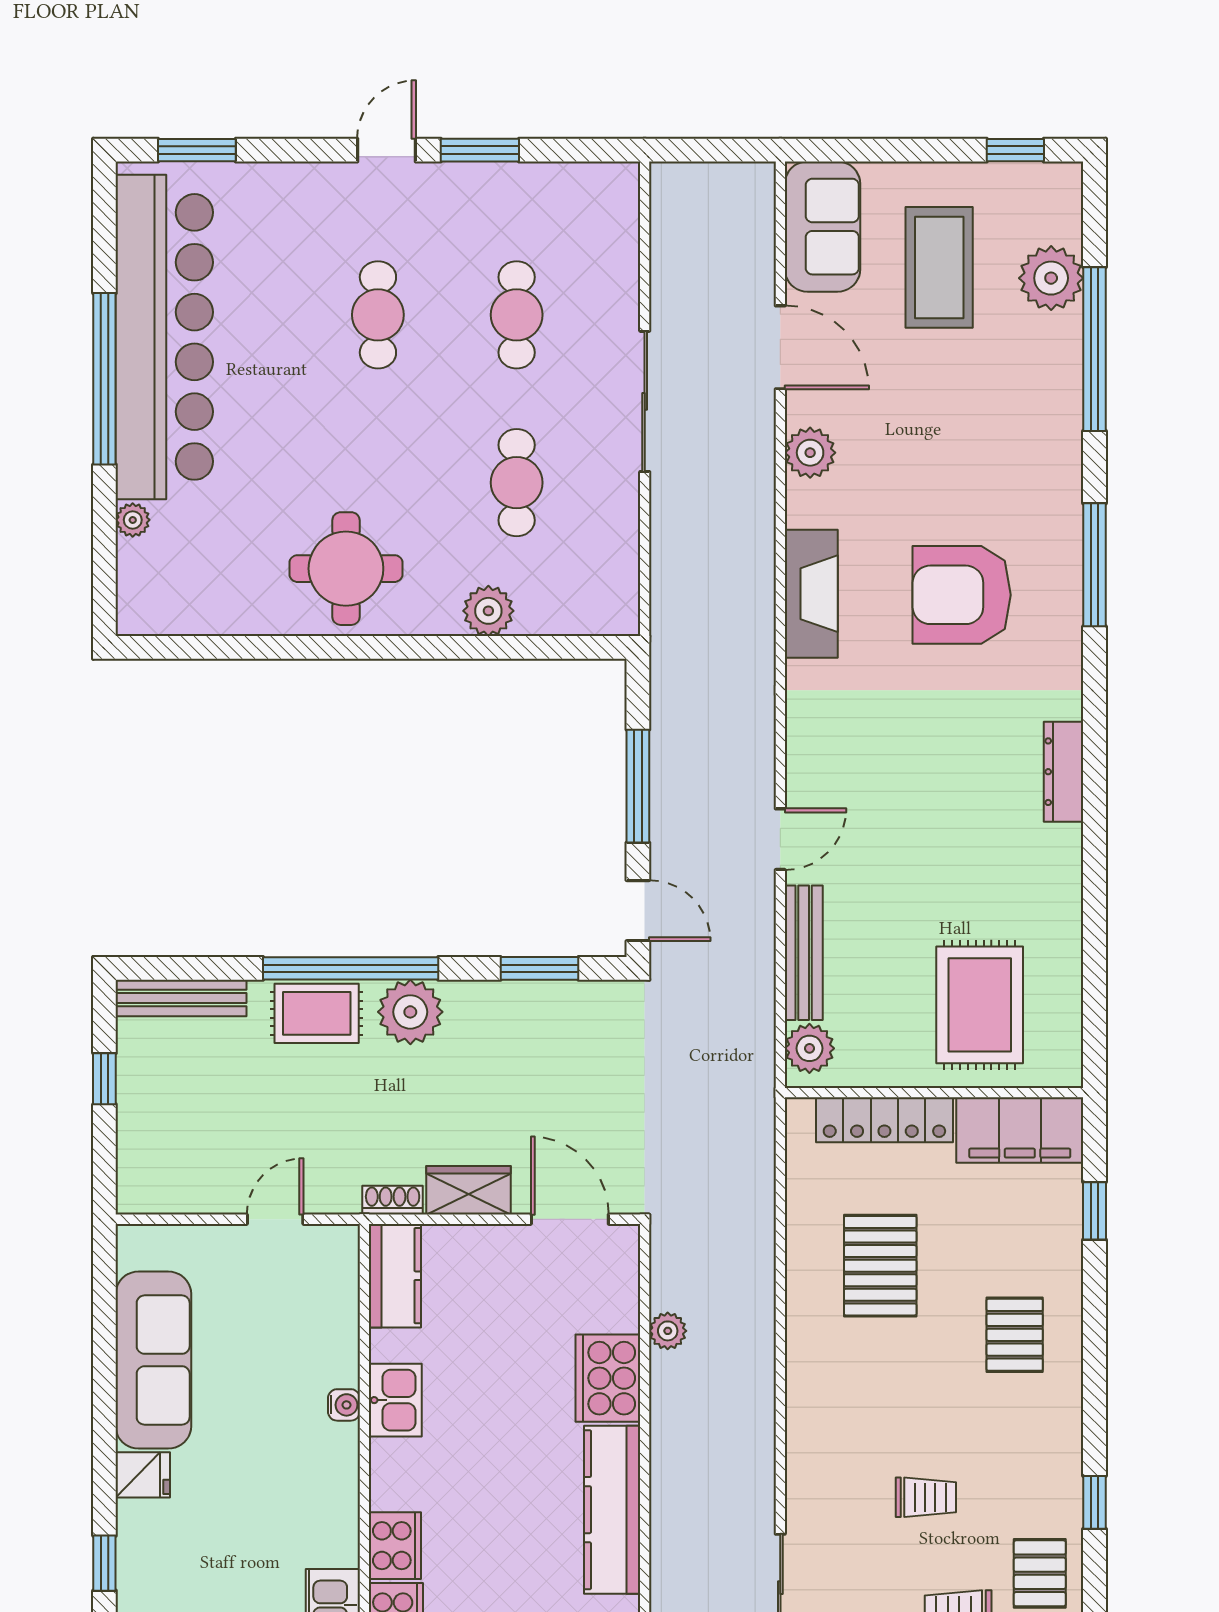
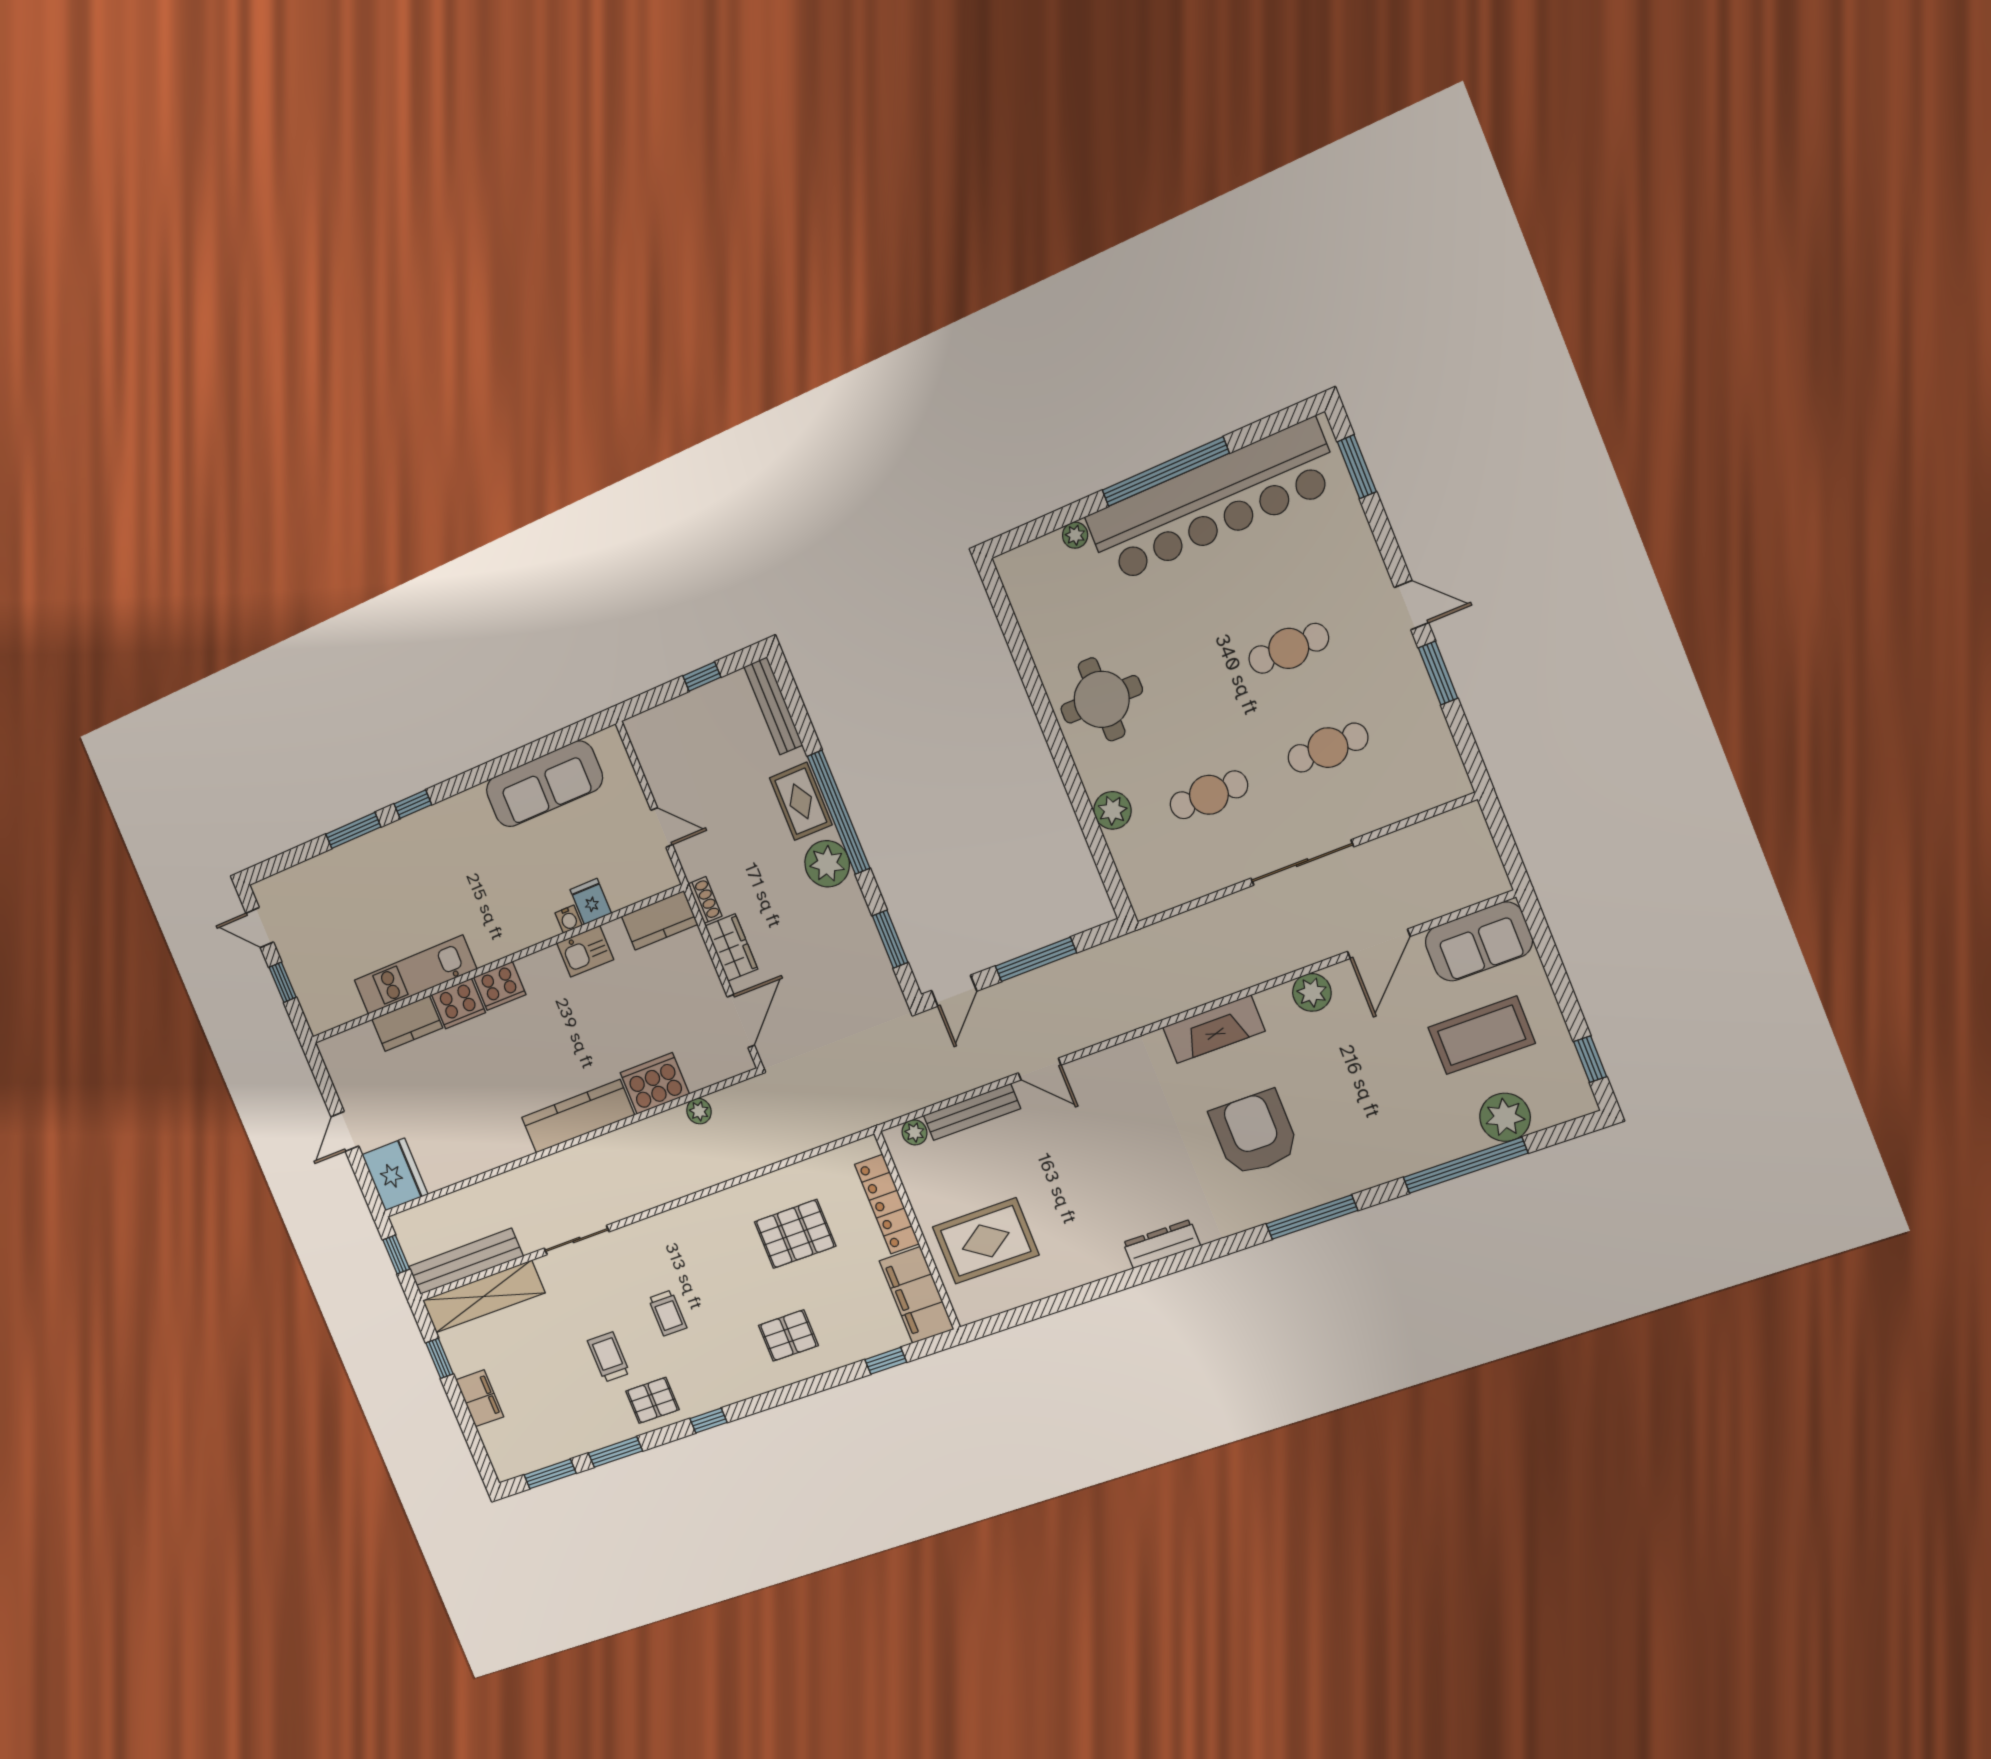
plant: (809, 1048) -> (915, 1132), width x0.73, depth x0.73
fridge: (143, 1475) -> (591, 902), moved, turned 180

